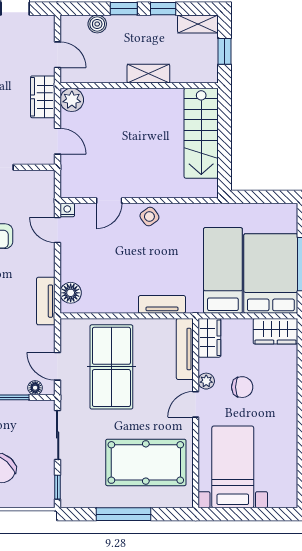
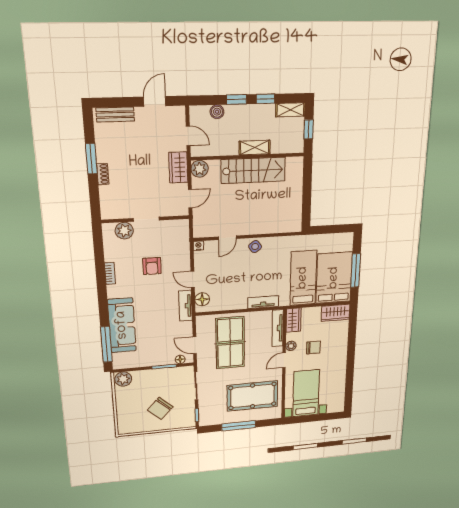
stairs: (201, 133) -> (253, 170), moved, turned -90
door: (58, 141) -> (190, 199), hinge flipped
door: (58, 230) -> (193, 279), moved

